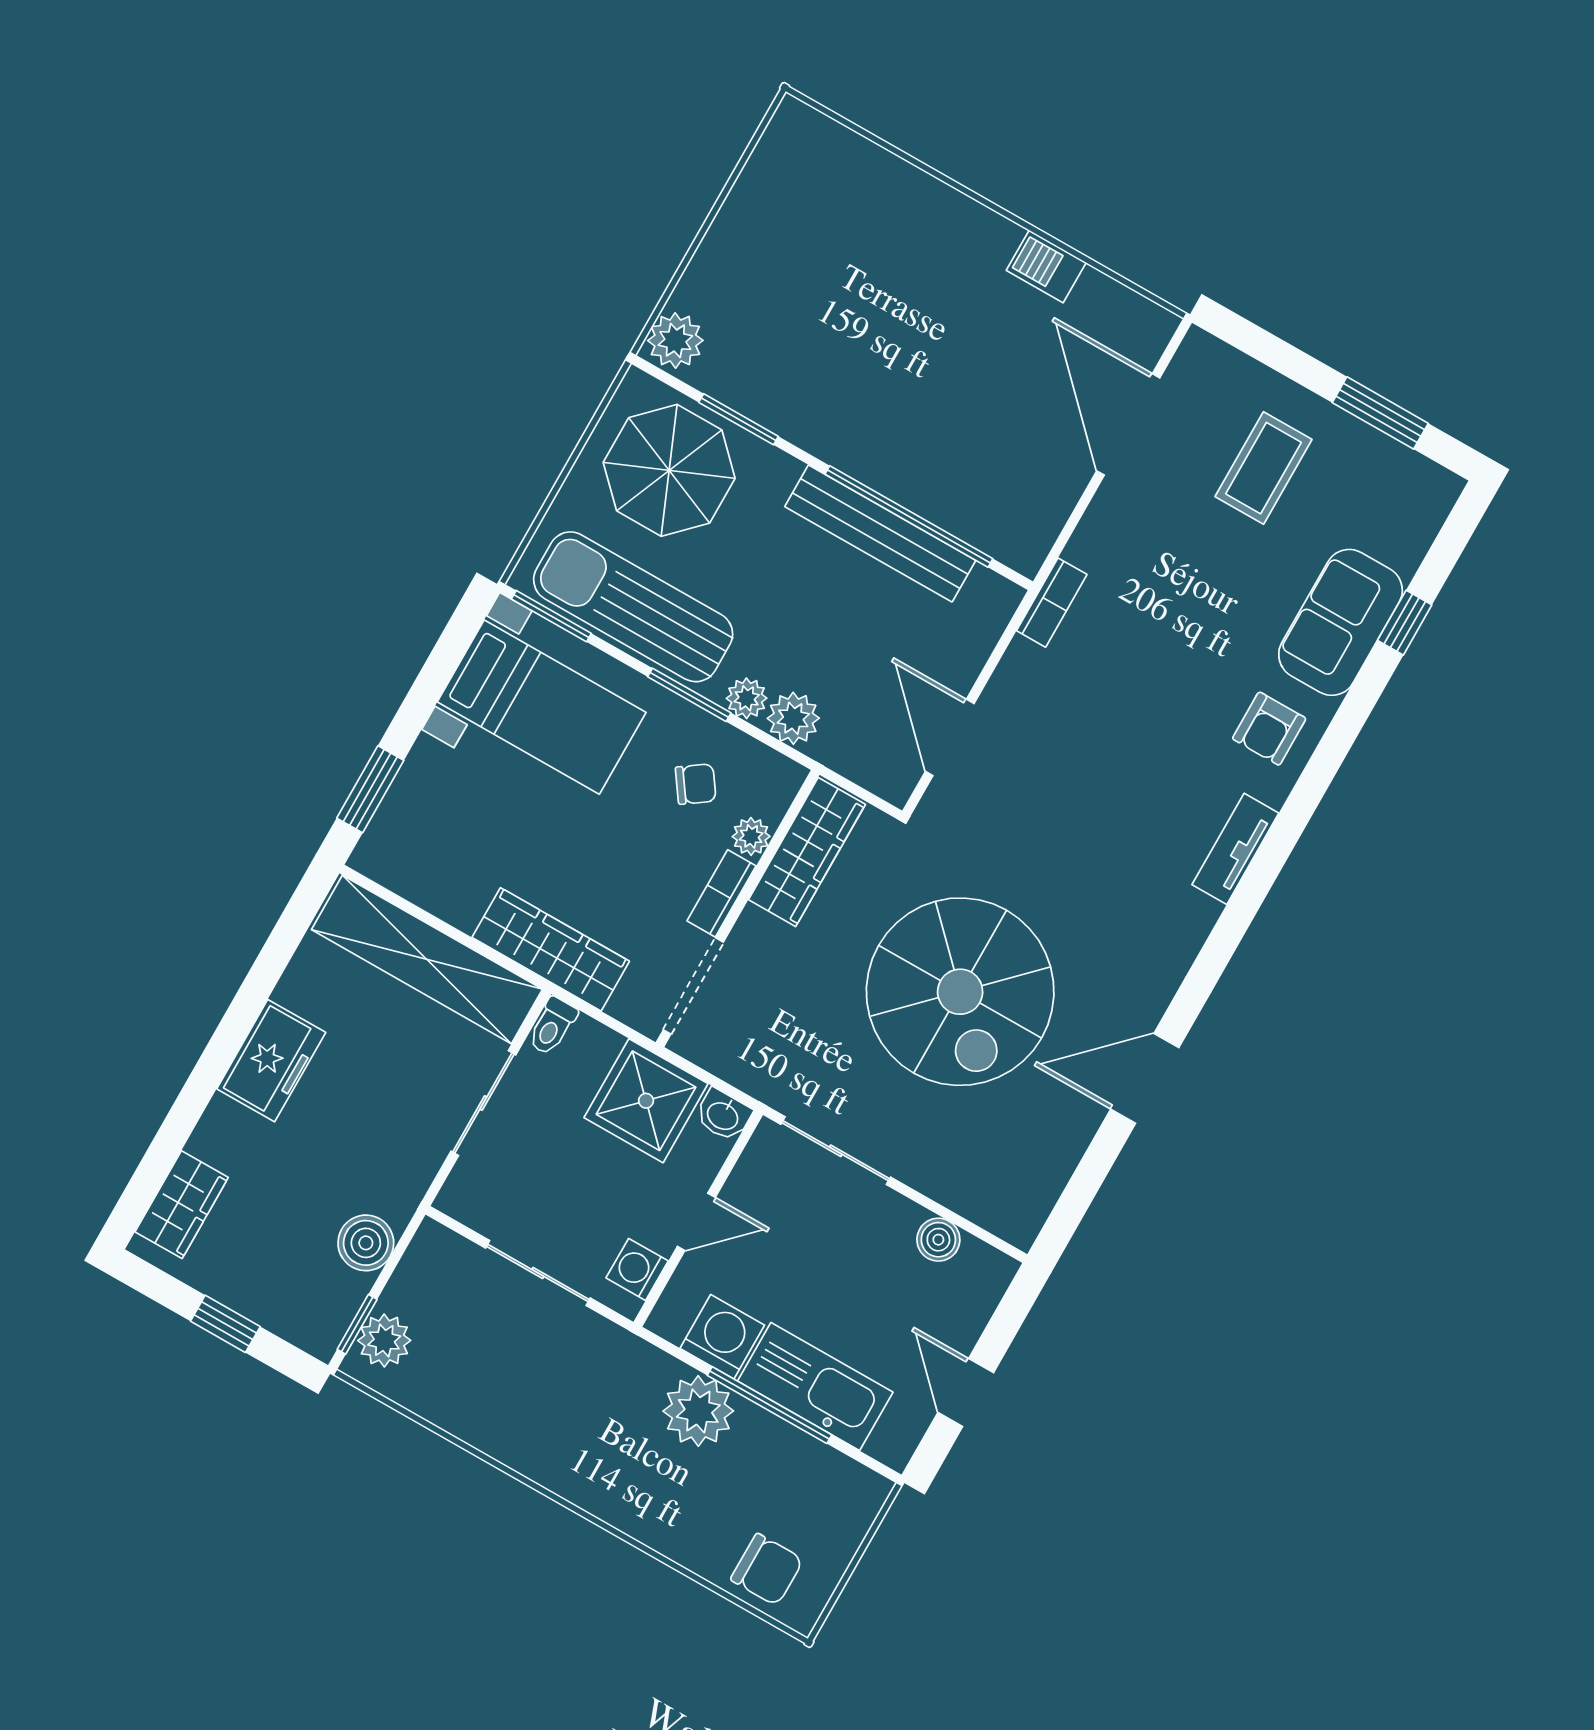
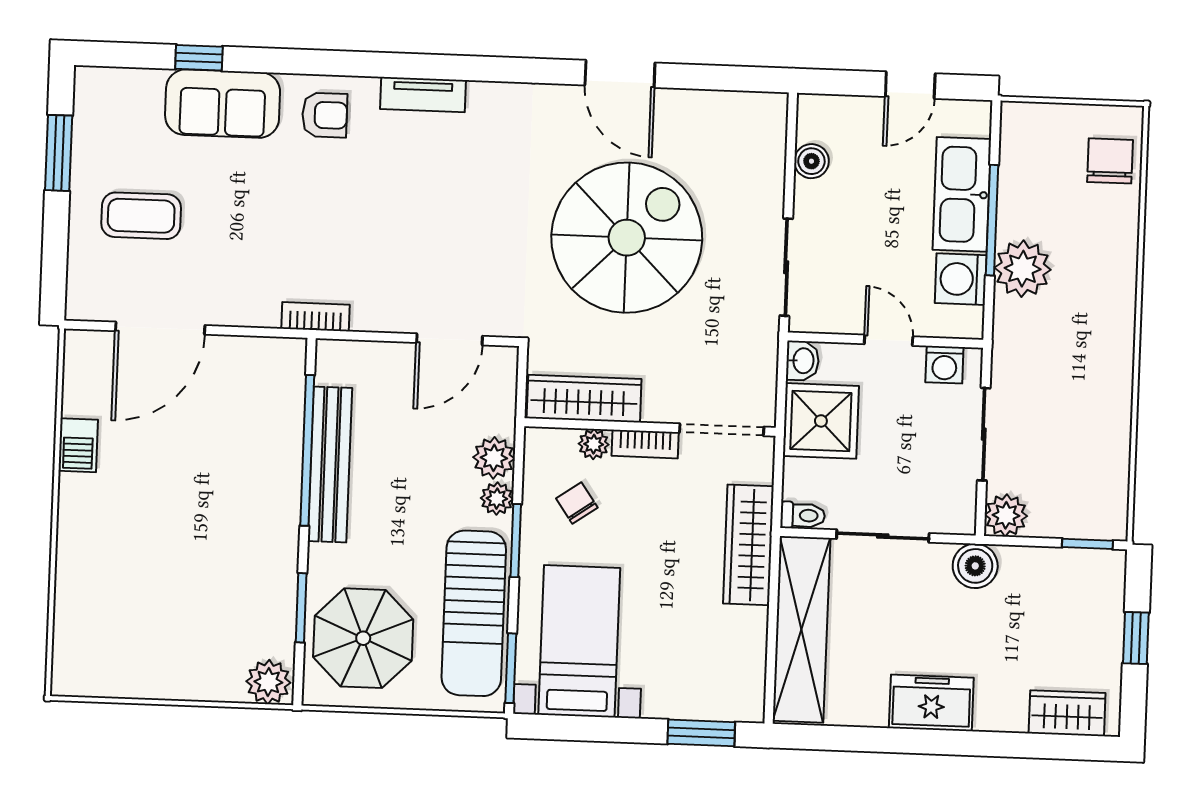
boiler: (366, 1243) -> (975, 566), moved
plant: (384, 1341) -> (1006, 515), moved

